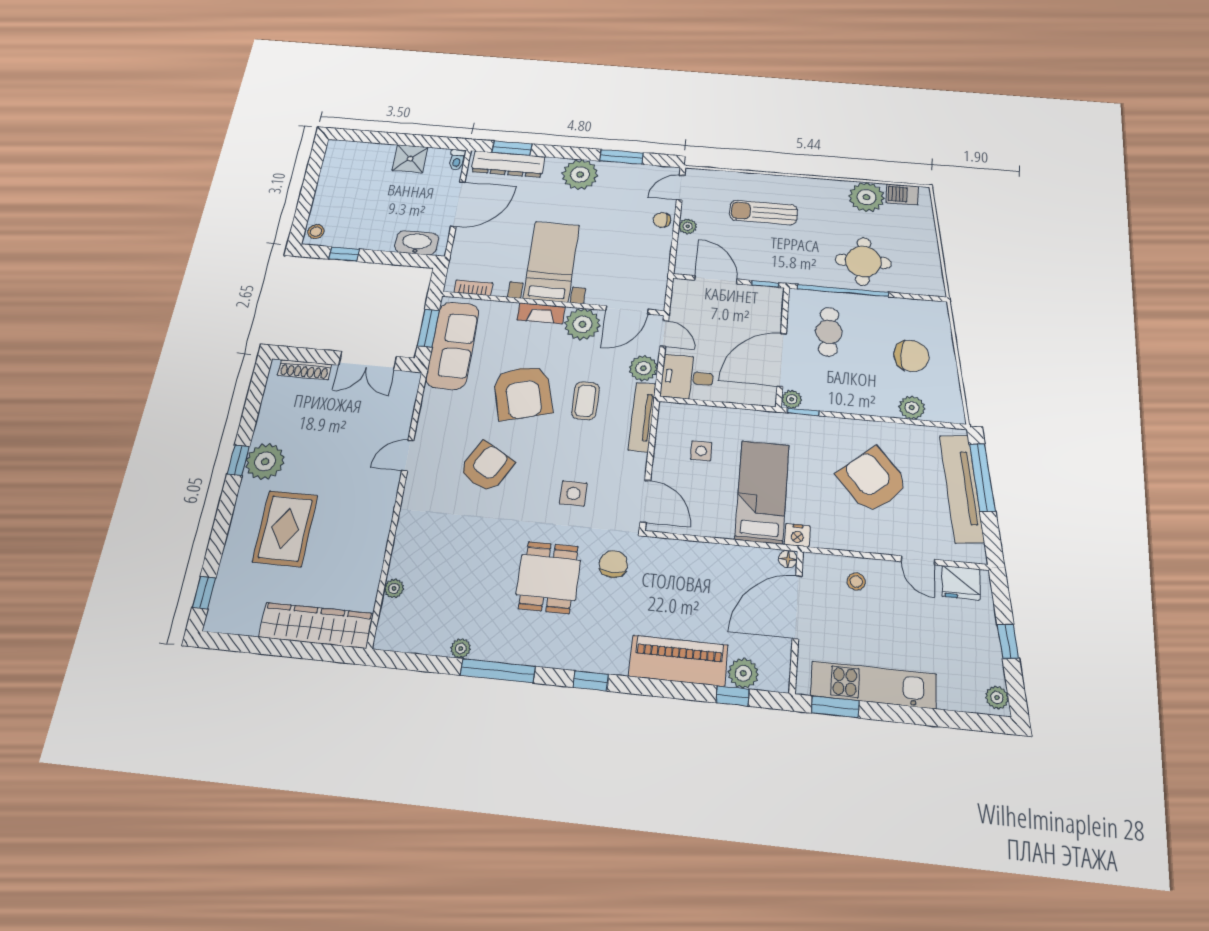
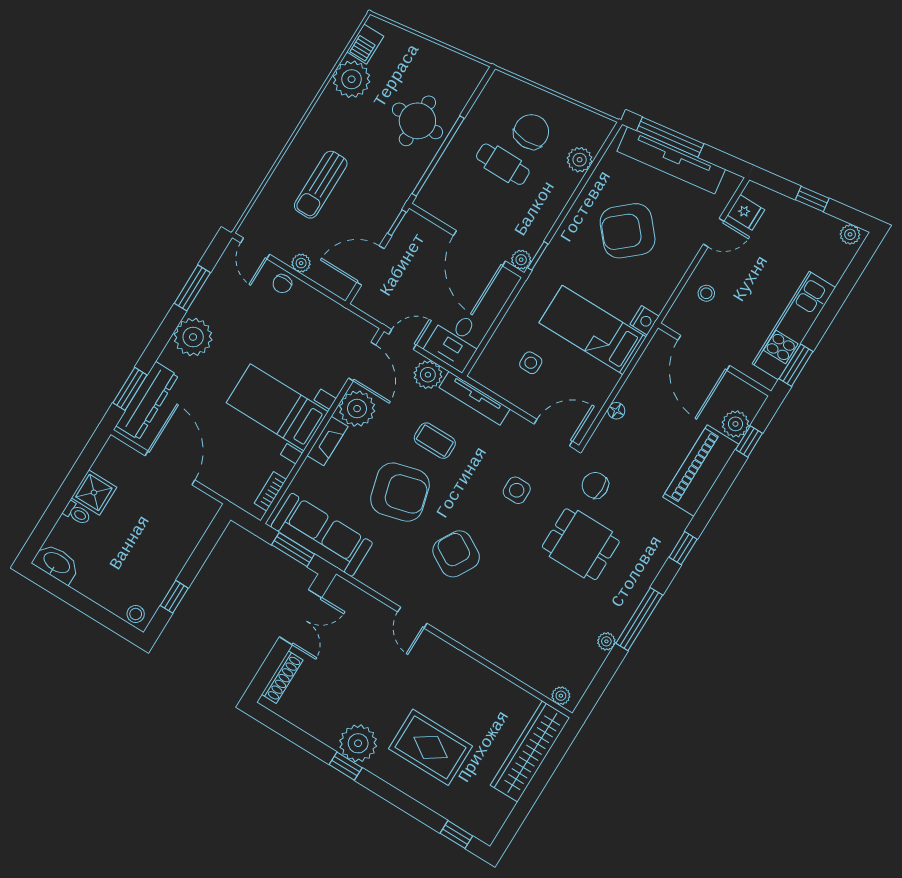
toilet: (457, 160) -> (77, 513), moved
washbasin: (417, 243) -> (56, 563), moved, turned 90
cafe table: (829, 332) -> (503, 164), moved
floor lamp: (788, 559) -> (616, 411), moved
fridge: (961, 583) -> (746, 212), width x0.72
plant: (394, 588) -> (561, 696), moved

